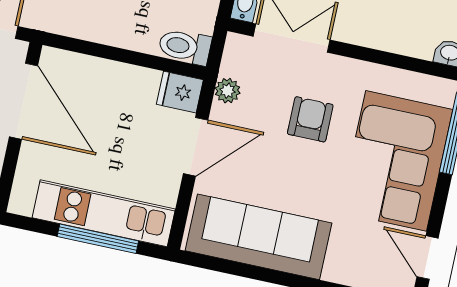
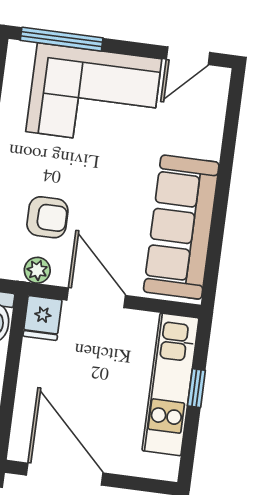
door: (23, 101) -> (65, 474), hinge flipped
armchair: (310, 119) -> (47, 217), moved, turned 180
window: (98, 239) -> (196, 388), width x0.46

